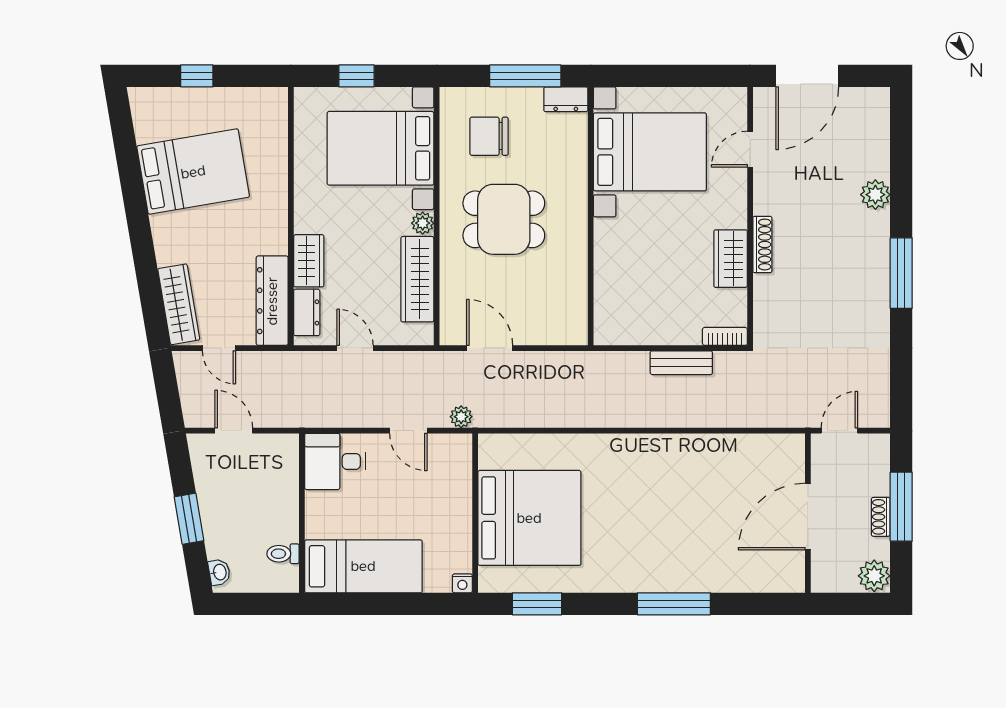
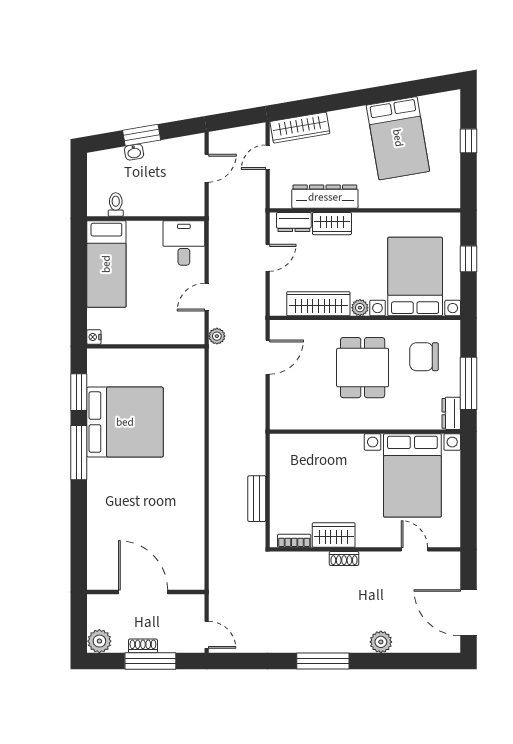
door: (807, 76) -> (469, 613), moved
chair: (489, 136) -> (424, 357), turned -90
shoe rack: (762, 244) -> (344, 558), width x0.70
dresser: (272, 301) -> (325, 197), moved
bookcase: (725, 336) -> (294, 541), moved, turned -90
door: (839, 431) -> (207, 635), moved
bed: (529, 518) -> (125, 422), moved, turned -90
washbasin: (219, 572) -> (134, 152), moved
window: (674, 604) -> (79, 453), moved

